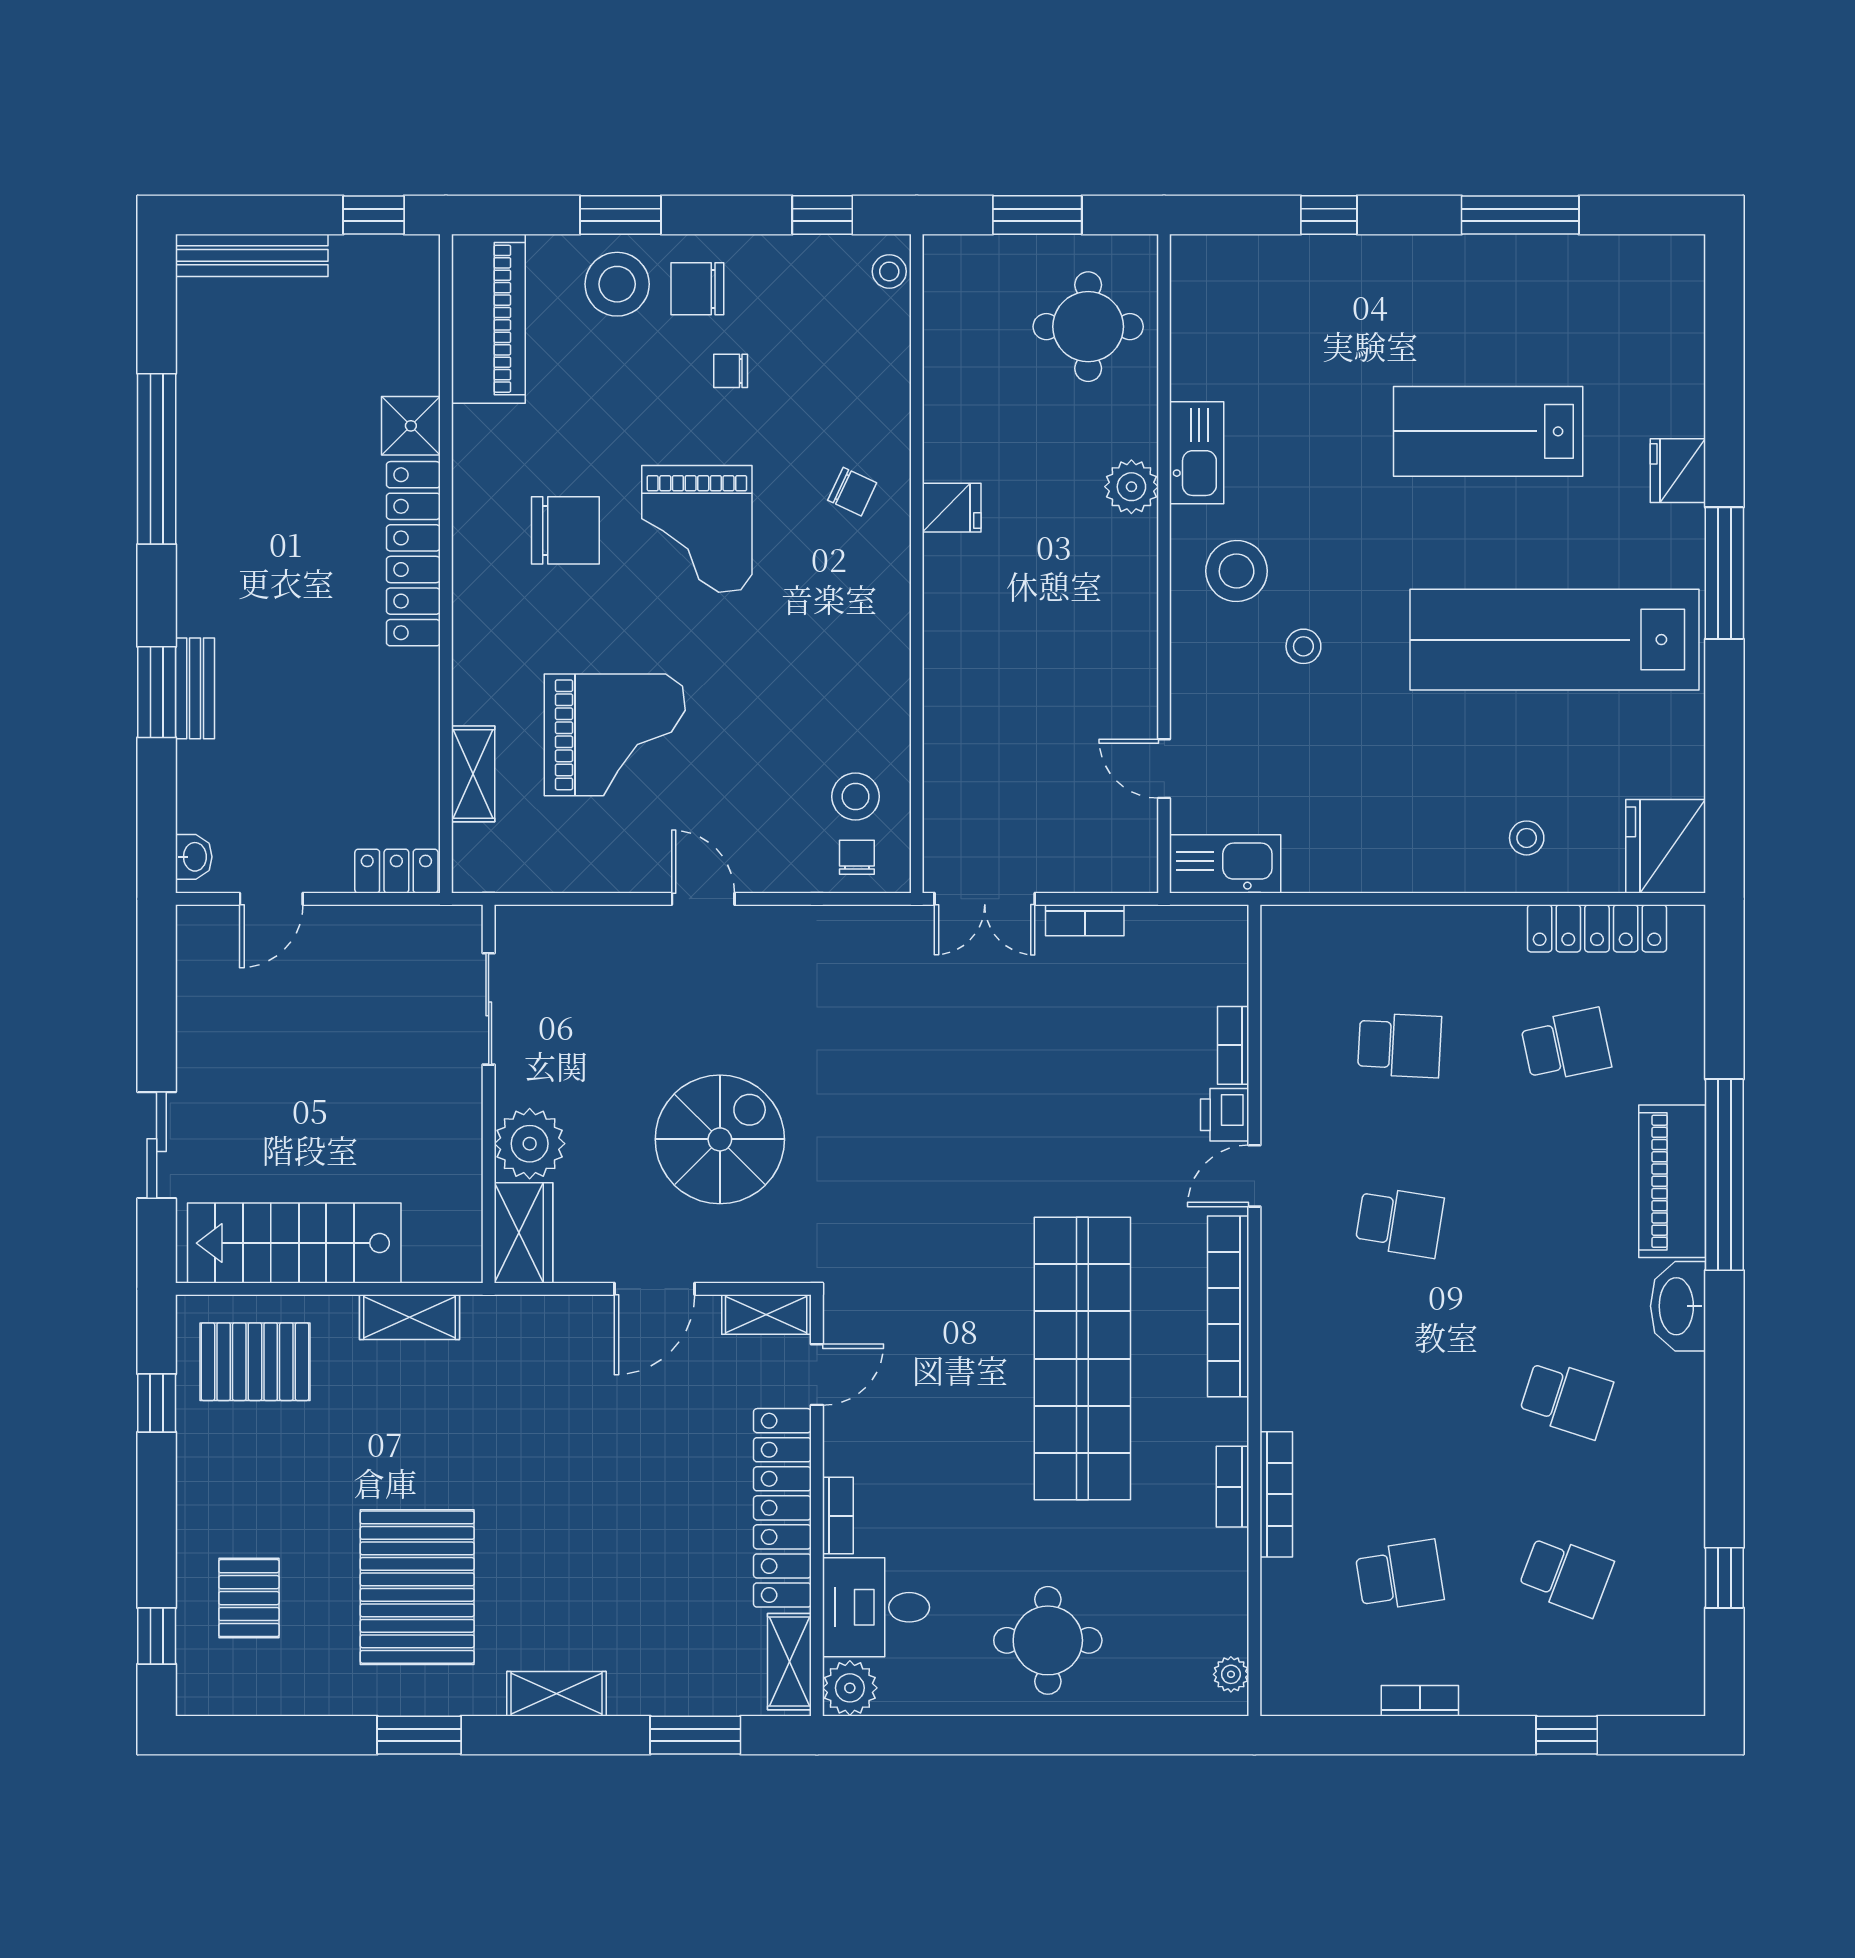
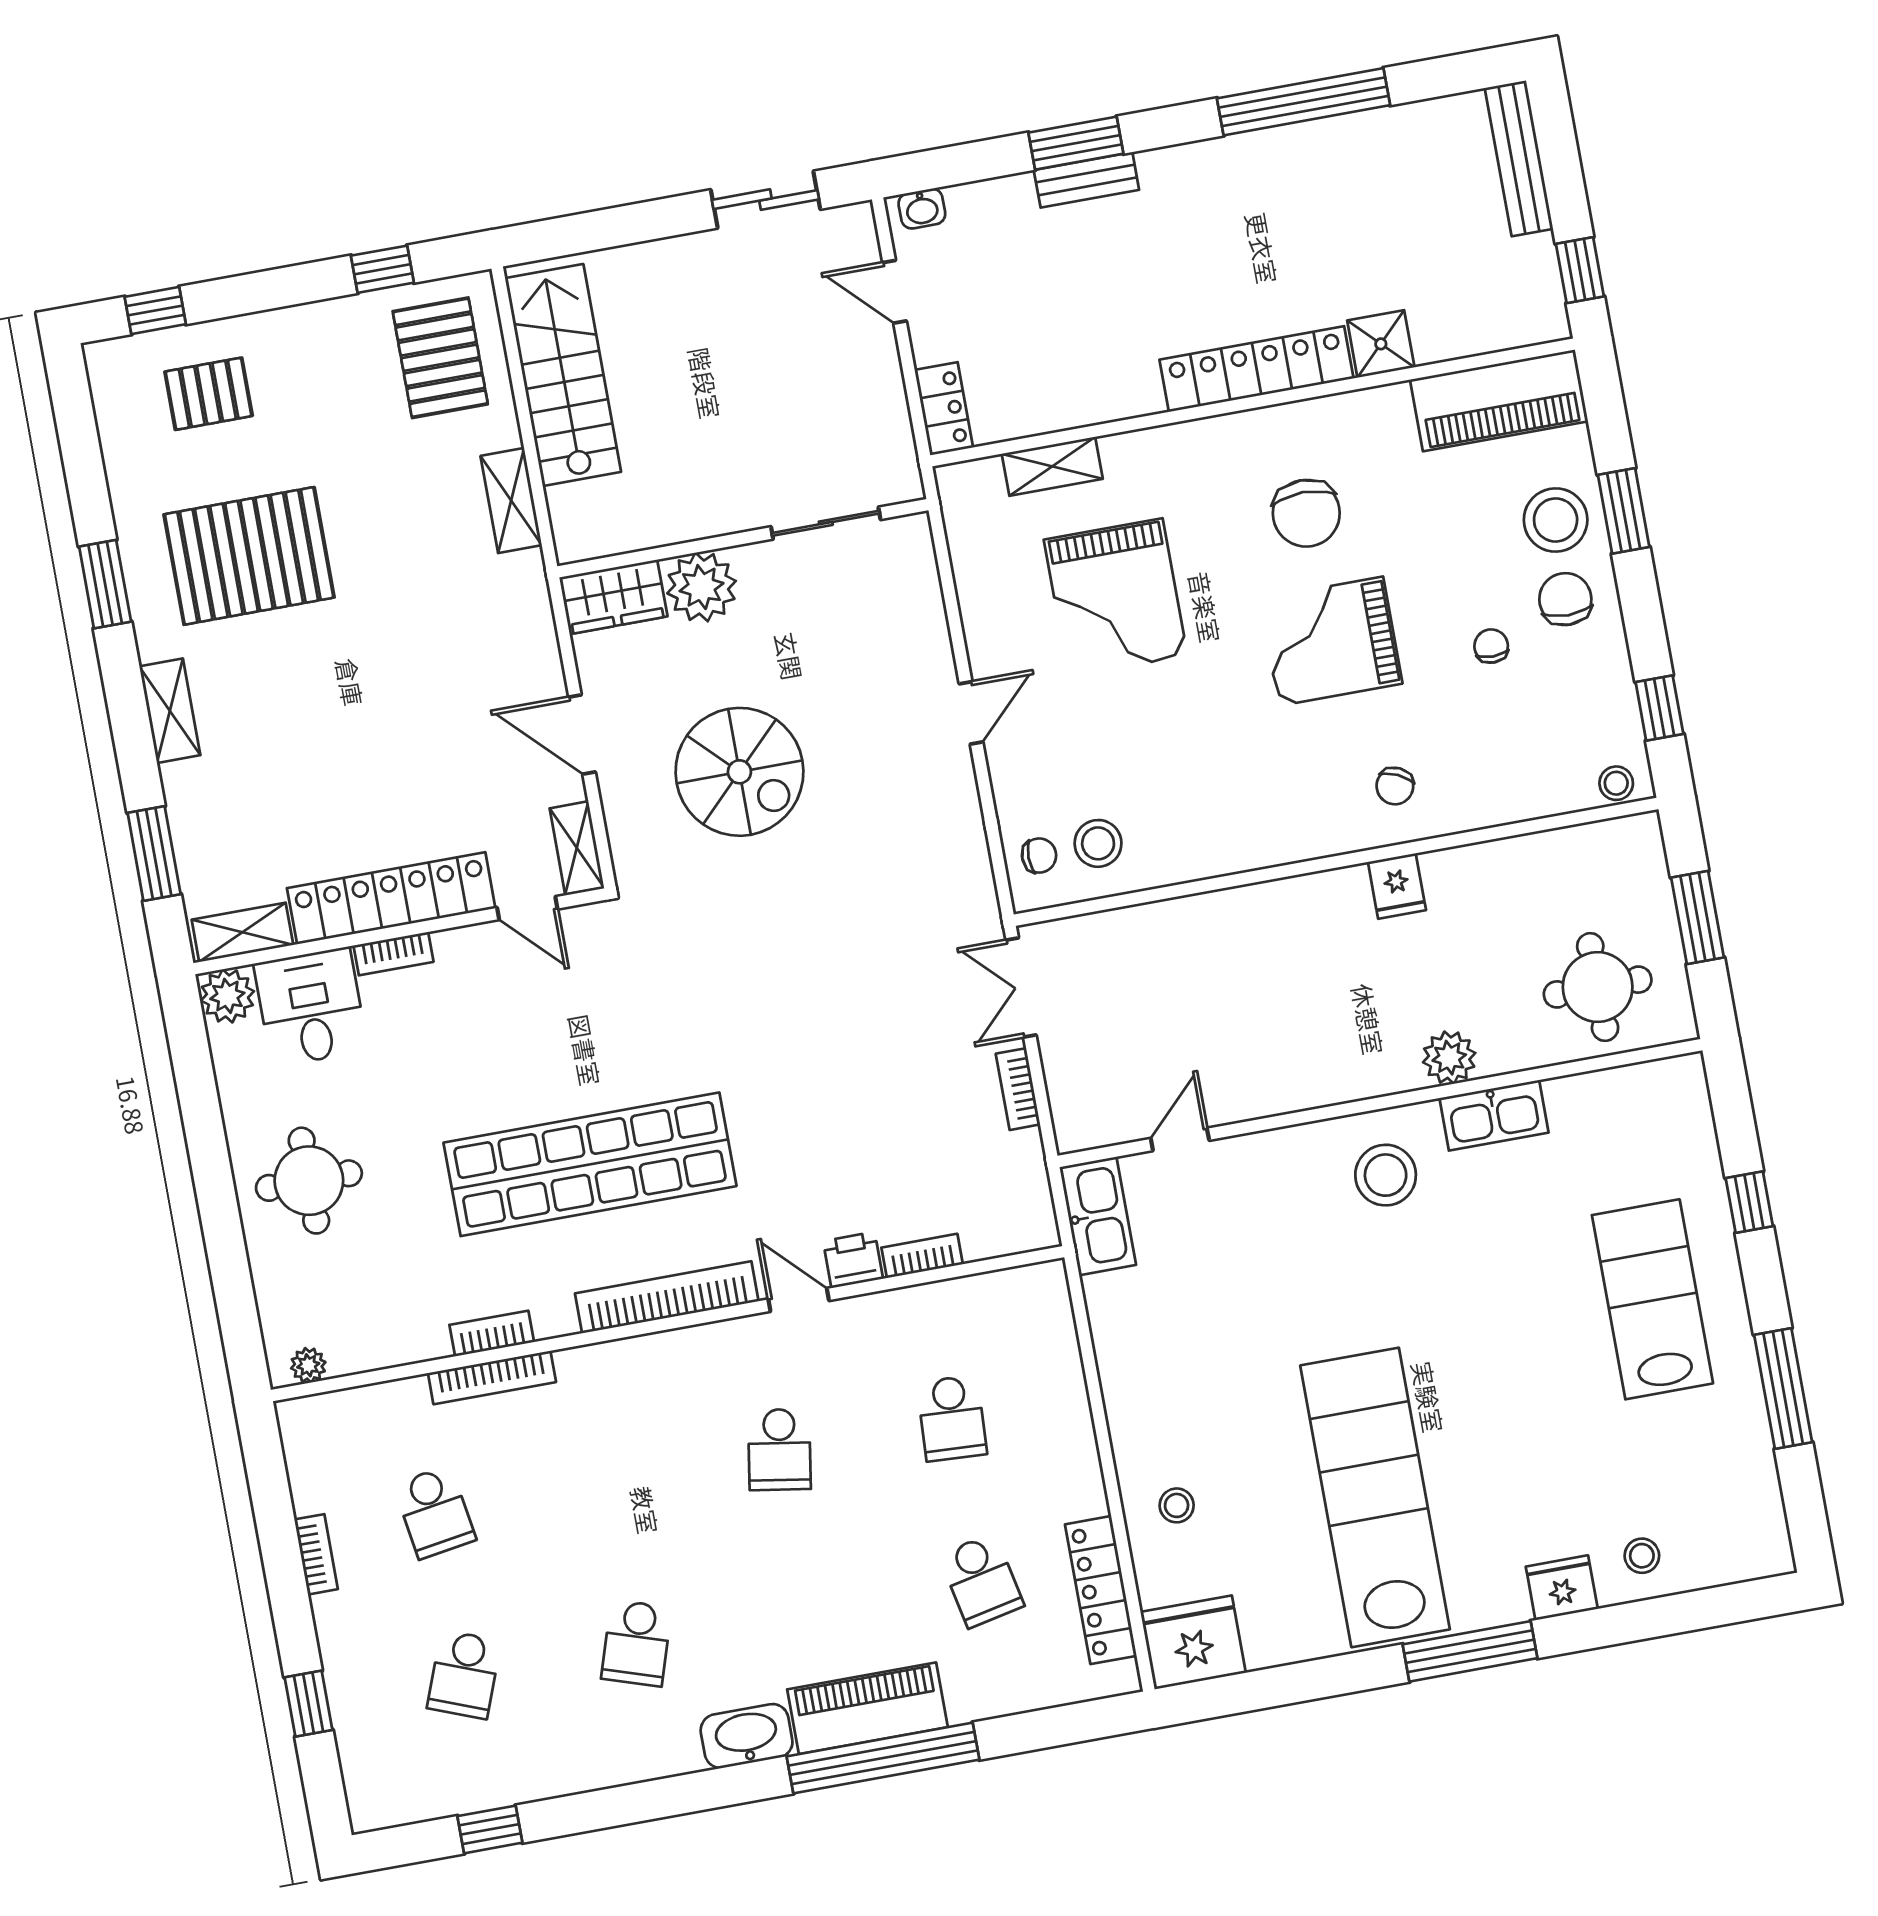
lab bench: (1488, 431) -> (1652, 1299), moved
stool: (1303, 646) -> (1642, 1556), moved
sliding door: (157, 1145) -> (765, 200), moved

